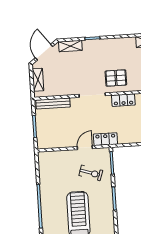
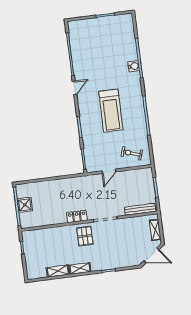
shelving: (70, 46) -> (80, 268), moved
door: (44, 52) -> (151, 255), hinge flipped
pallet: (116, 78) -> (85, 236), turned 90
locker: (105, 139) -> (91, 180), removed
exercise bike: (91, 173) -> (132, 153), moved

